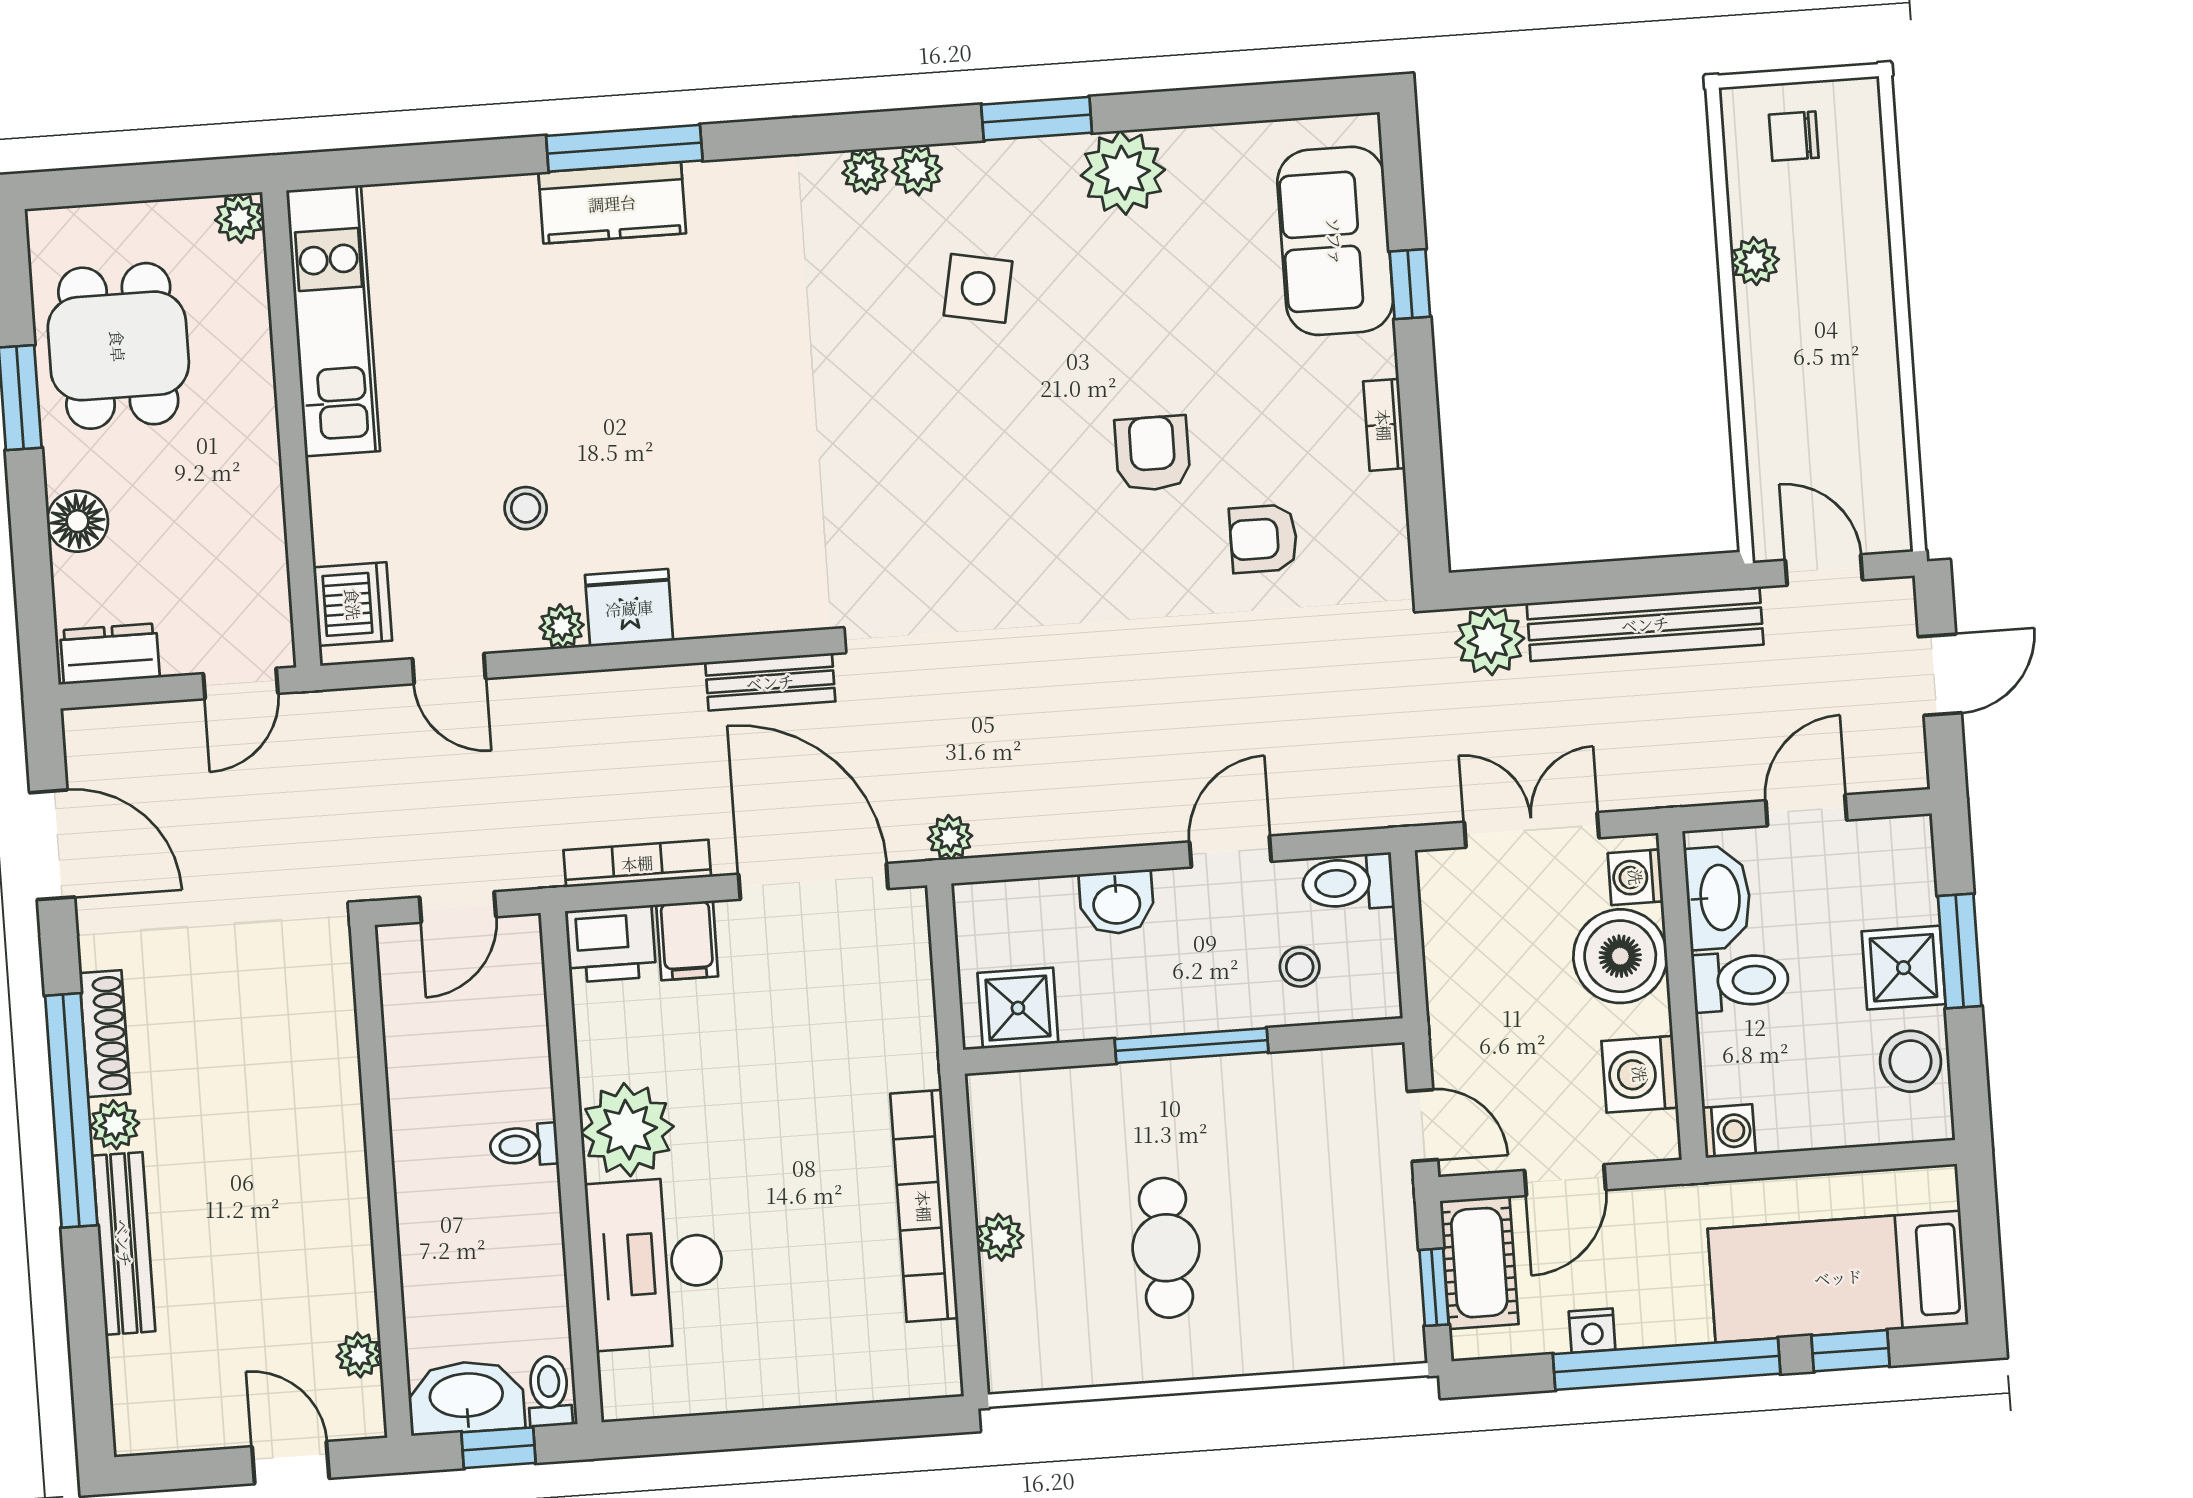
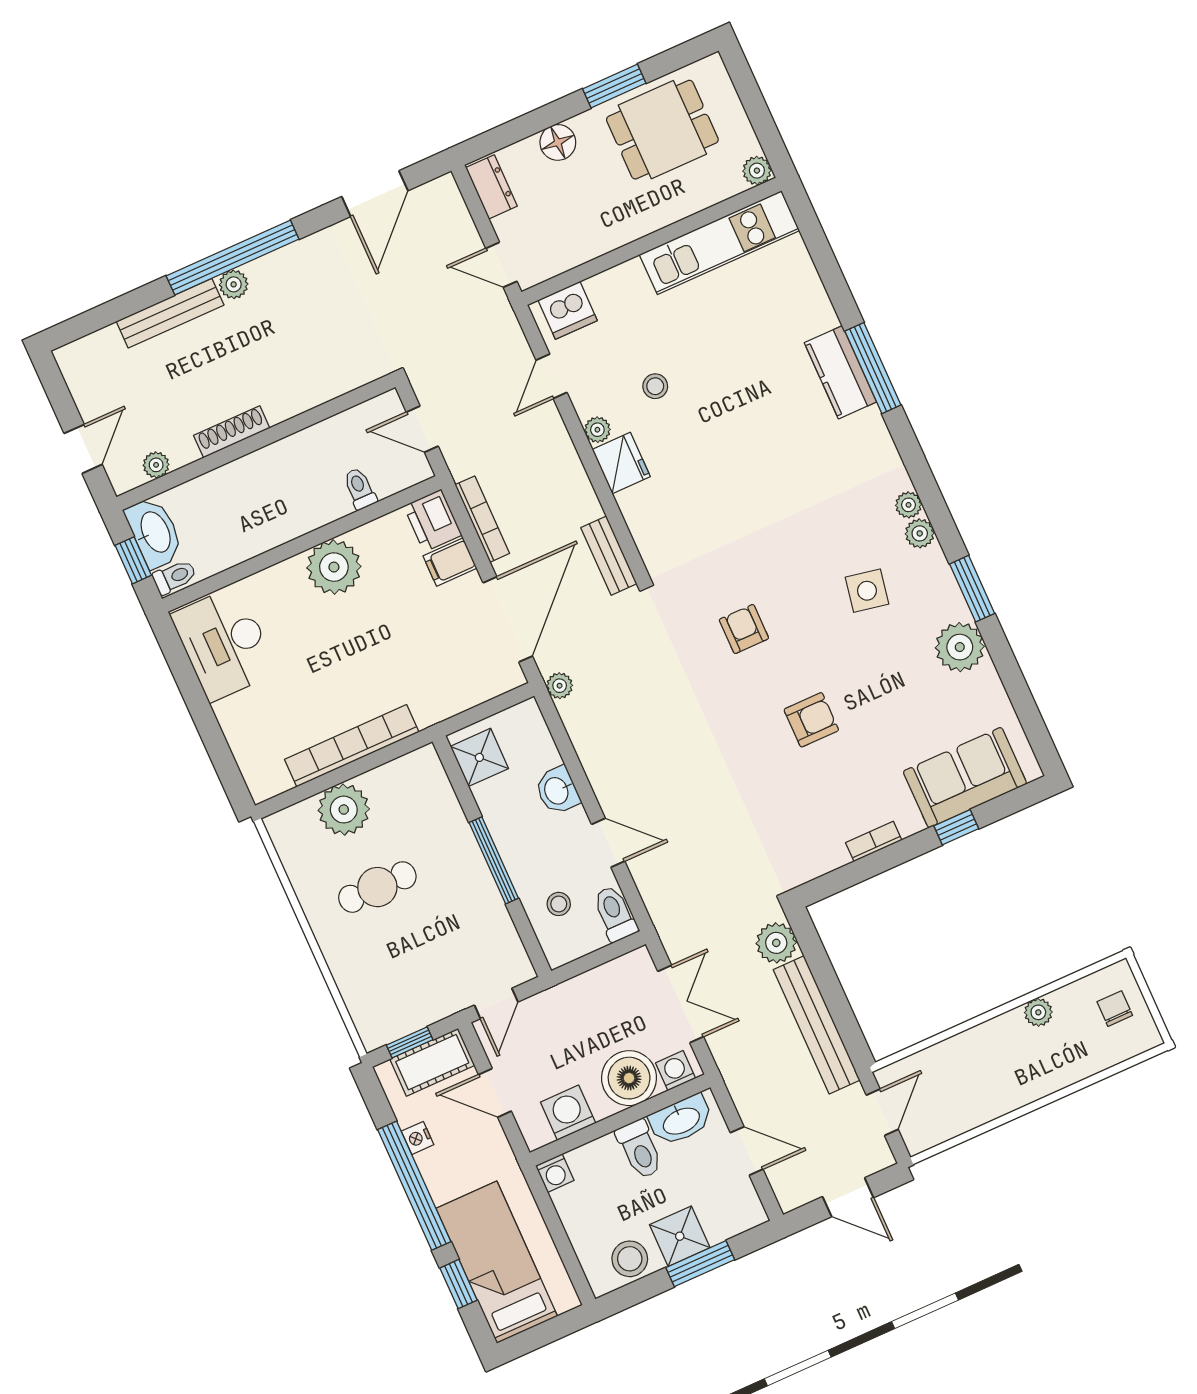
armchair: (1263, 539) -> (744, 629), moved
shoe rack: (105, 1034) -> (232, 432), moved, turned 180
toilet: (524, 1145) -> (360, 489), moved
plant: (1000, 1237) -> (344, 810), width x1.87, depth x1.87
desk: (656, 1263) -> (224, 643), moved, turned -90

